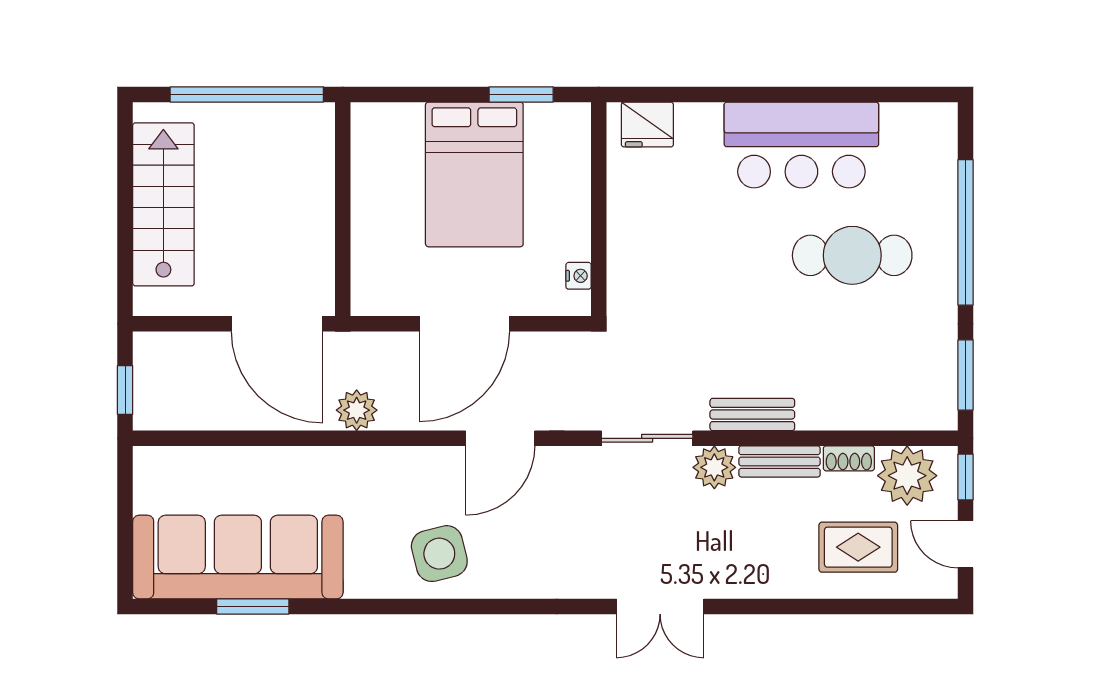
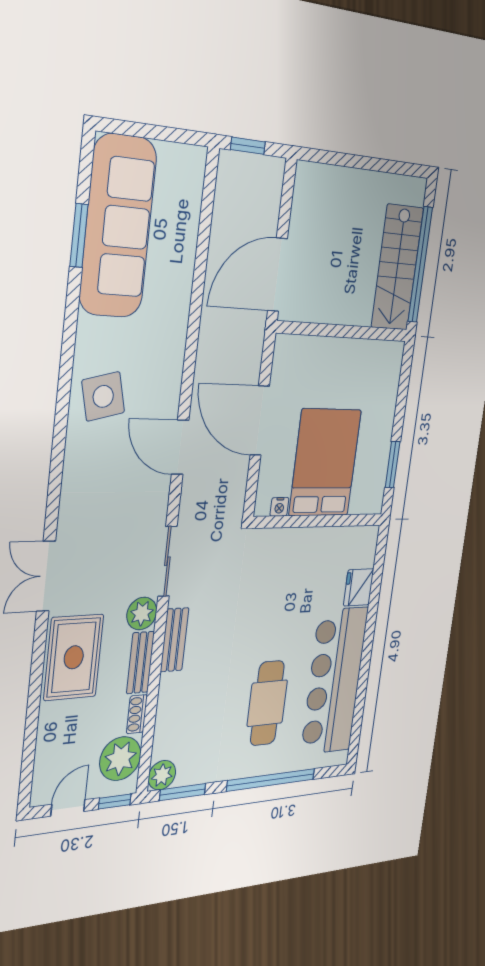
fridge: (647, 125) -> (359, 587), moved
bar counter: (801, 145) -> (334, 681), width x1.36
bed: (474, 174) -> (325, 463), moved, turned 90
stairs: (163, 204) -> (397, 268), moved, turned 90
plant: (357, 410) -> (162, 775), moved
rug: (858, 547) -> (74, 657), moved, width x1.36, depth x1.43

